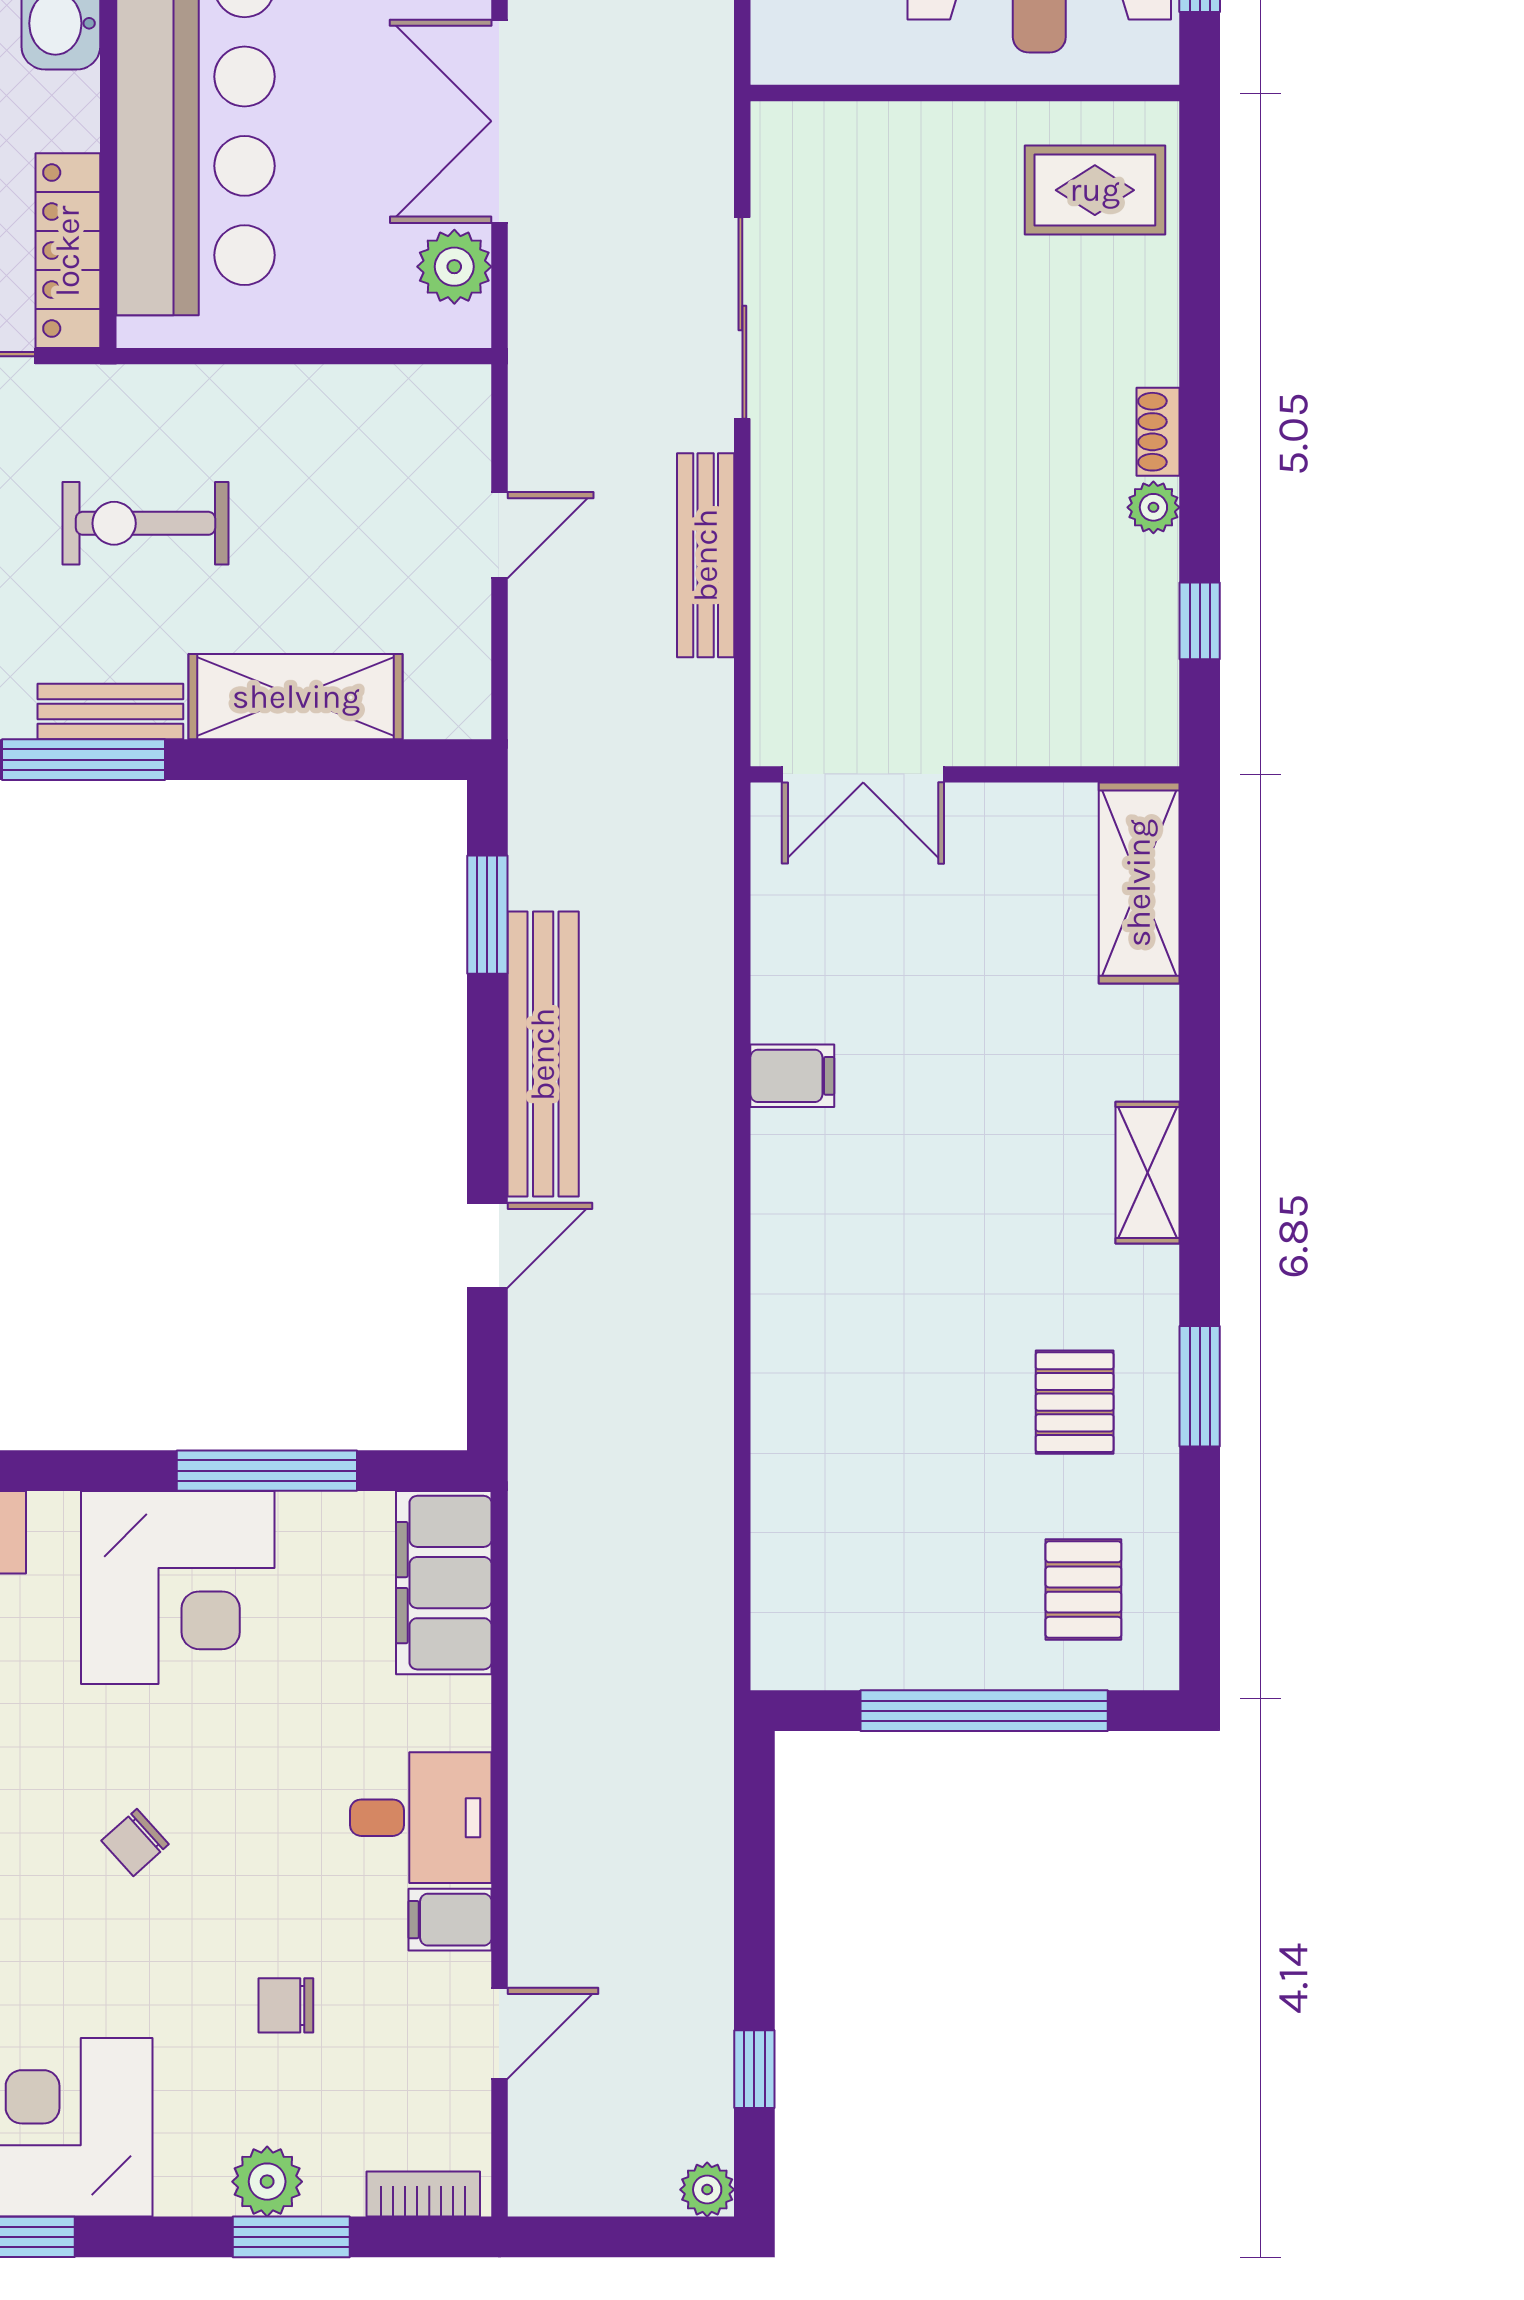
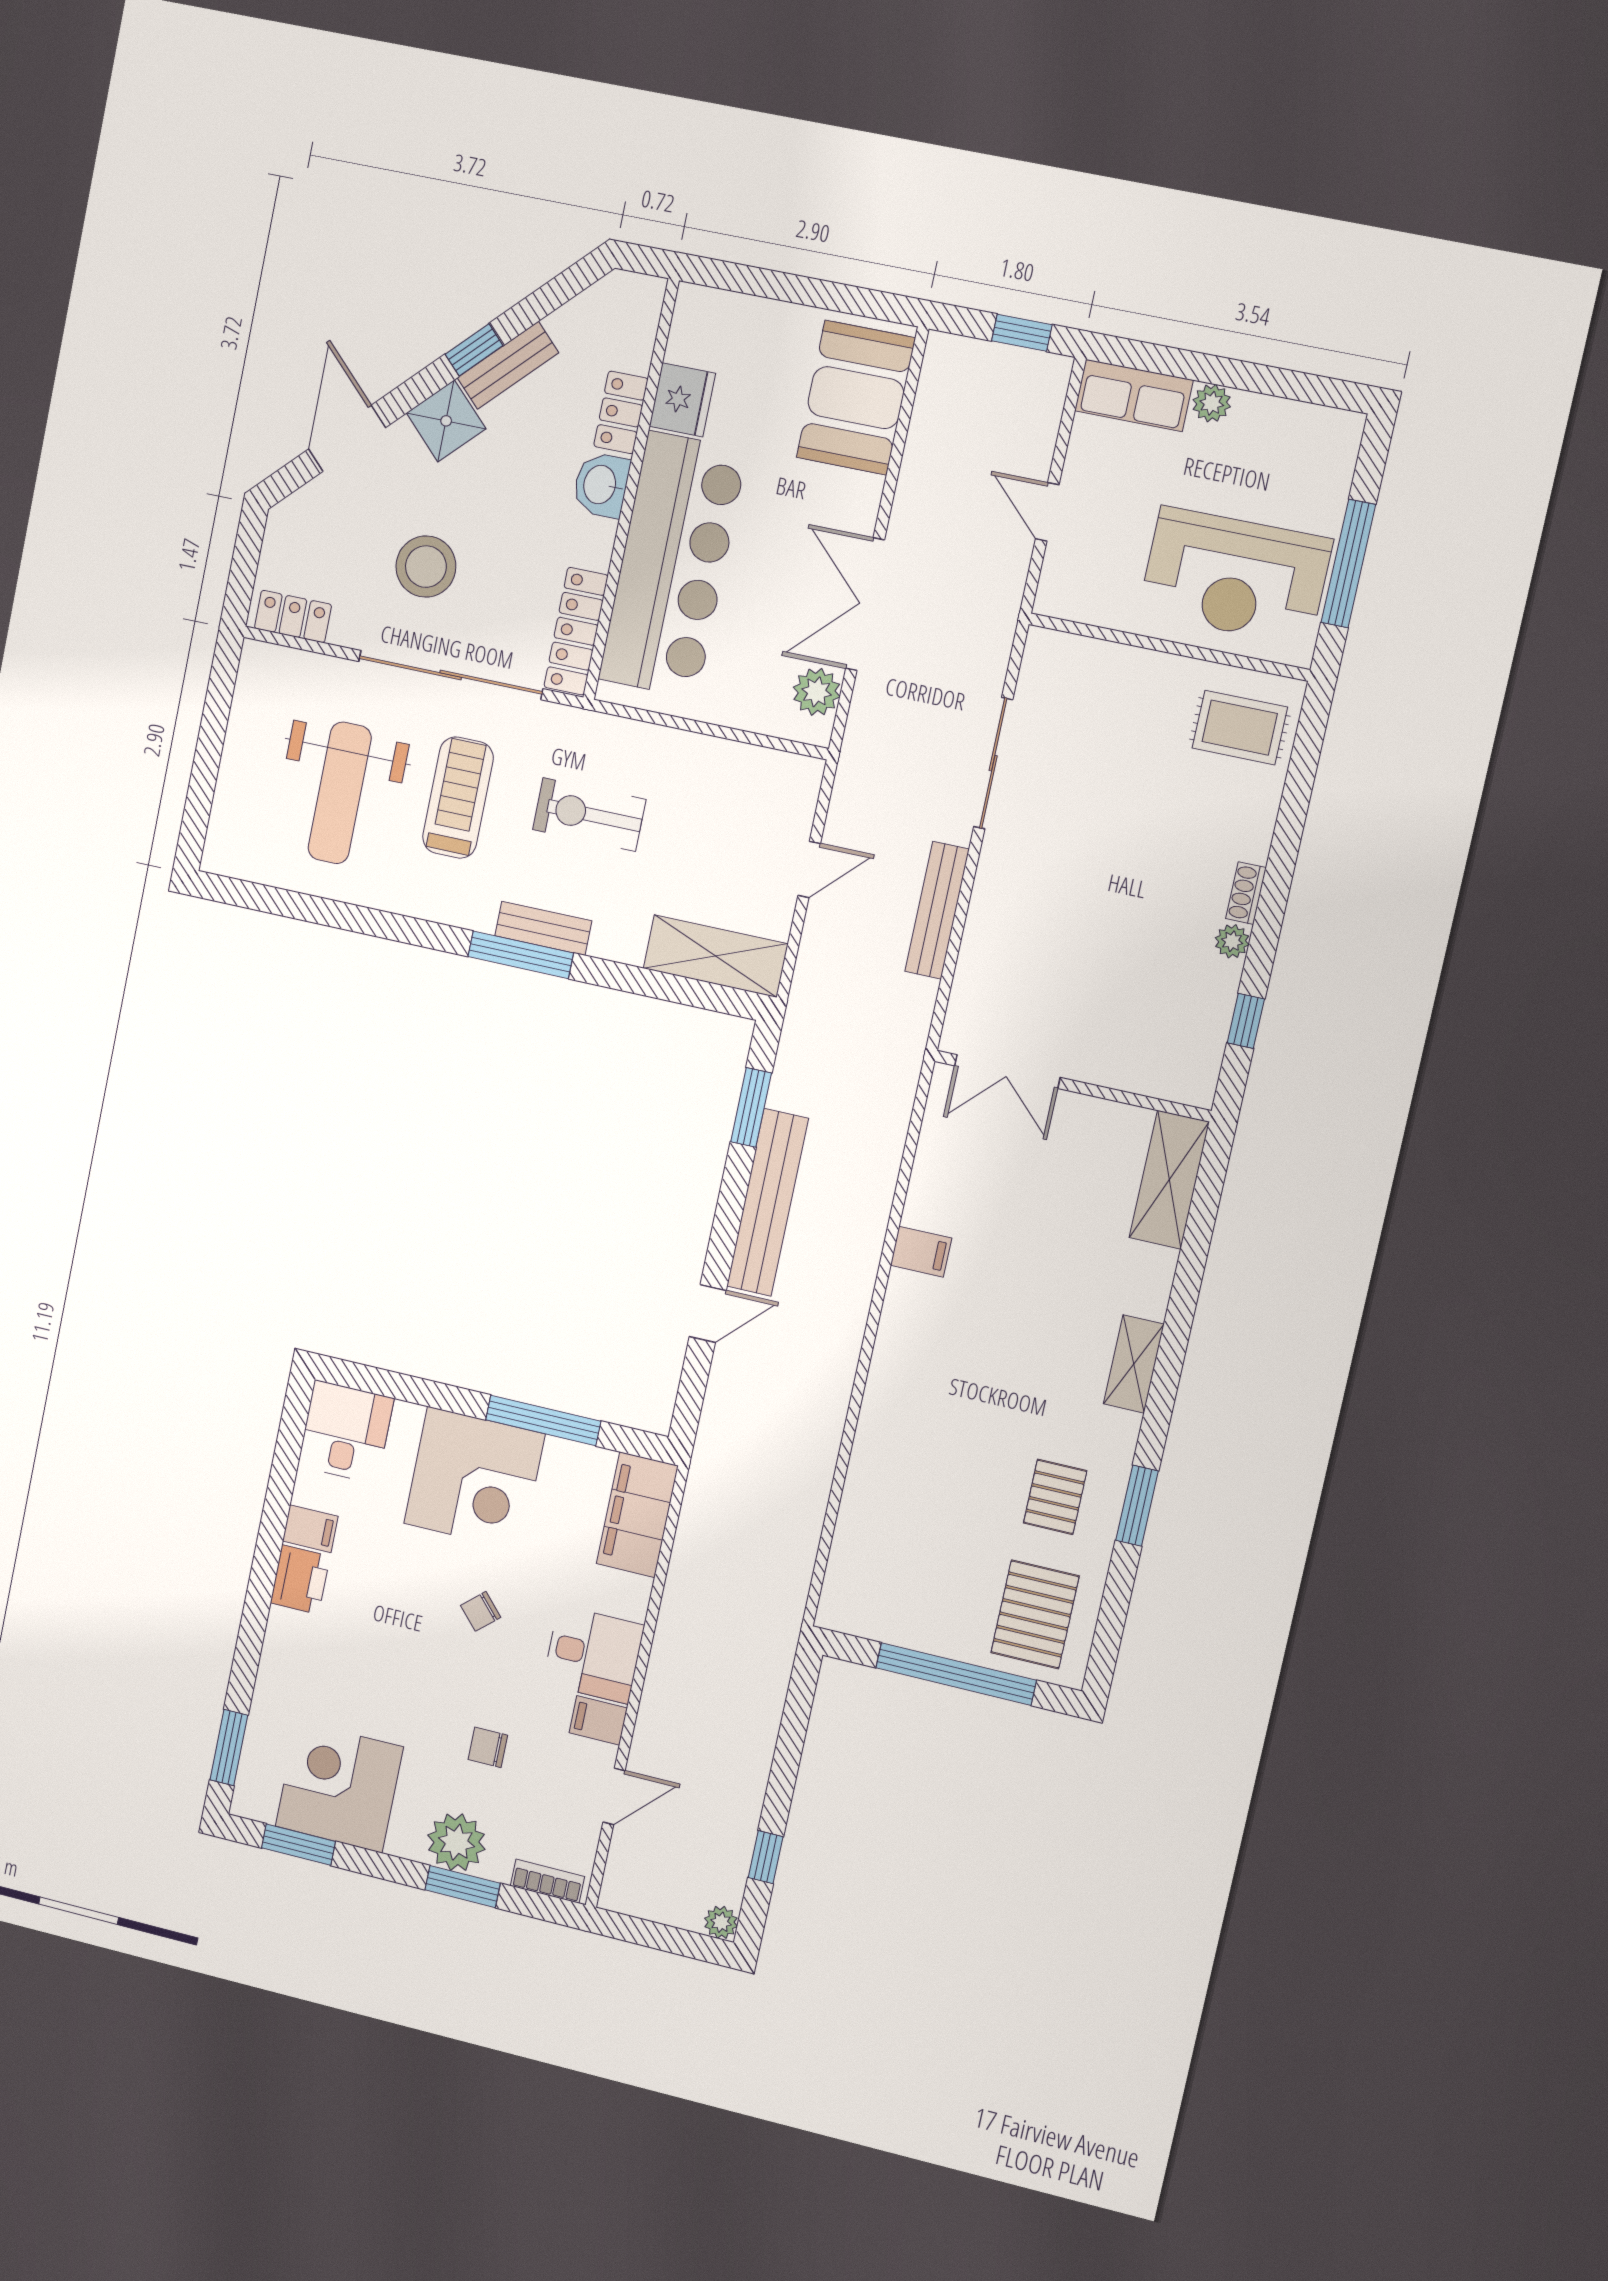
shelving: (296, 697) -> (716, 956), moved
pallet: (1083, 1590) -> (1035, 1614), width x1.50, depth x1.42
chair: (135, 1842) -> (481, 1611), moved
plant: (267, 2182) -> (456, 1842), width x1.36, depth x1.36

